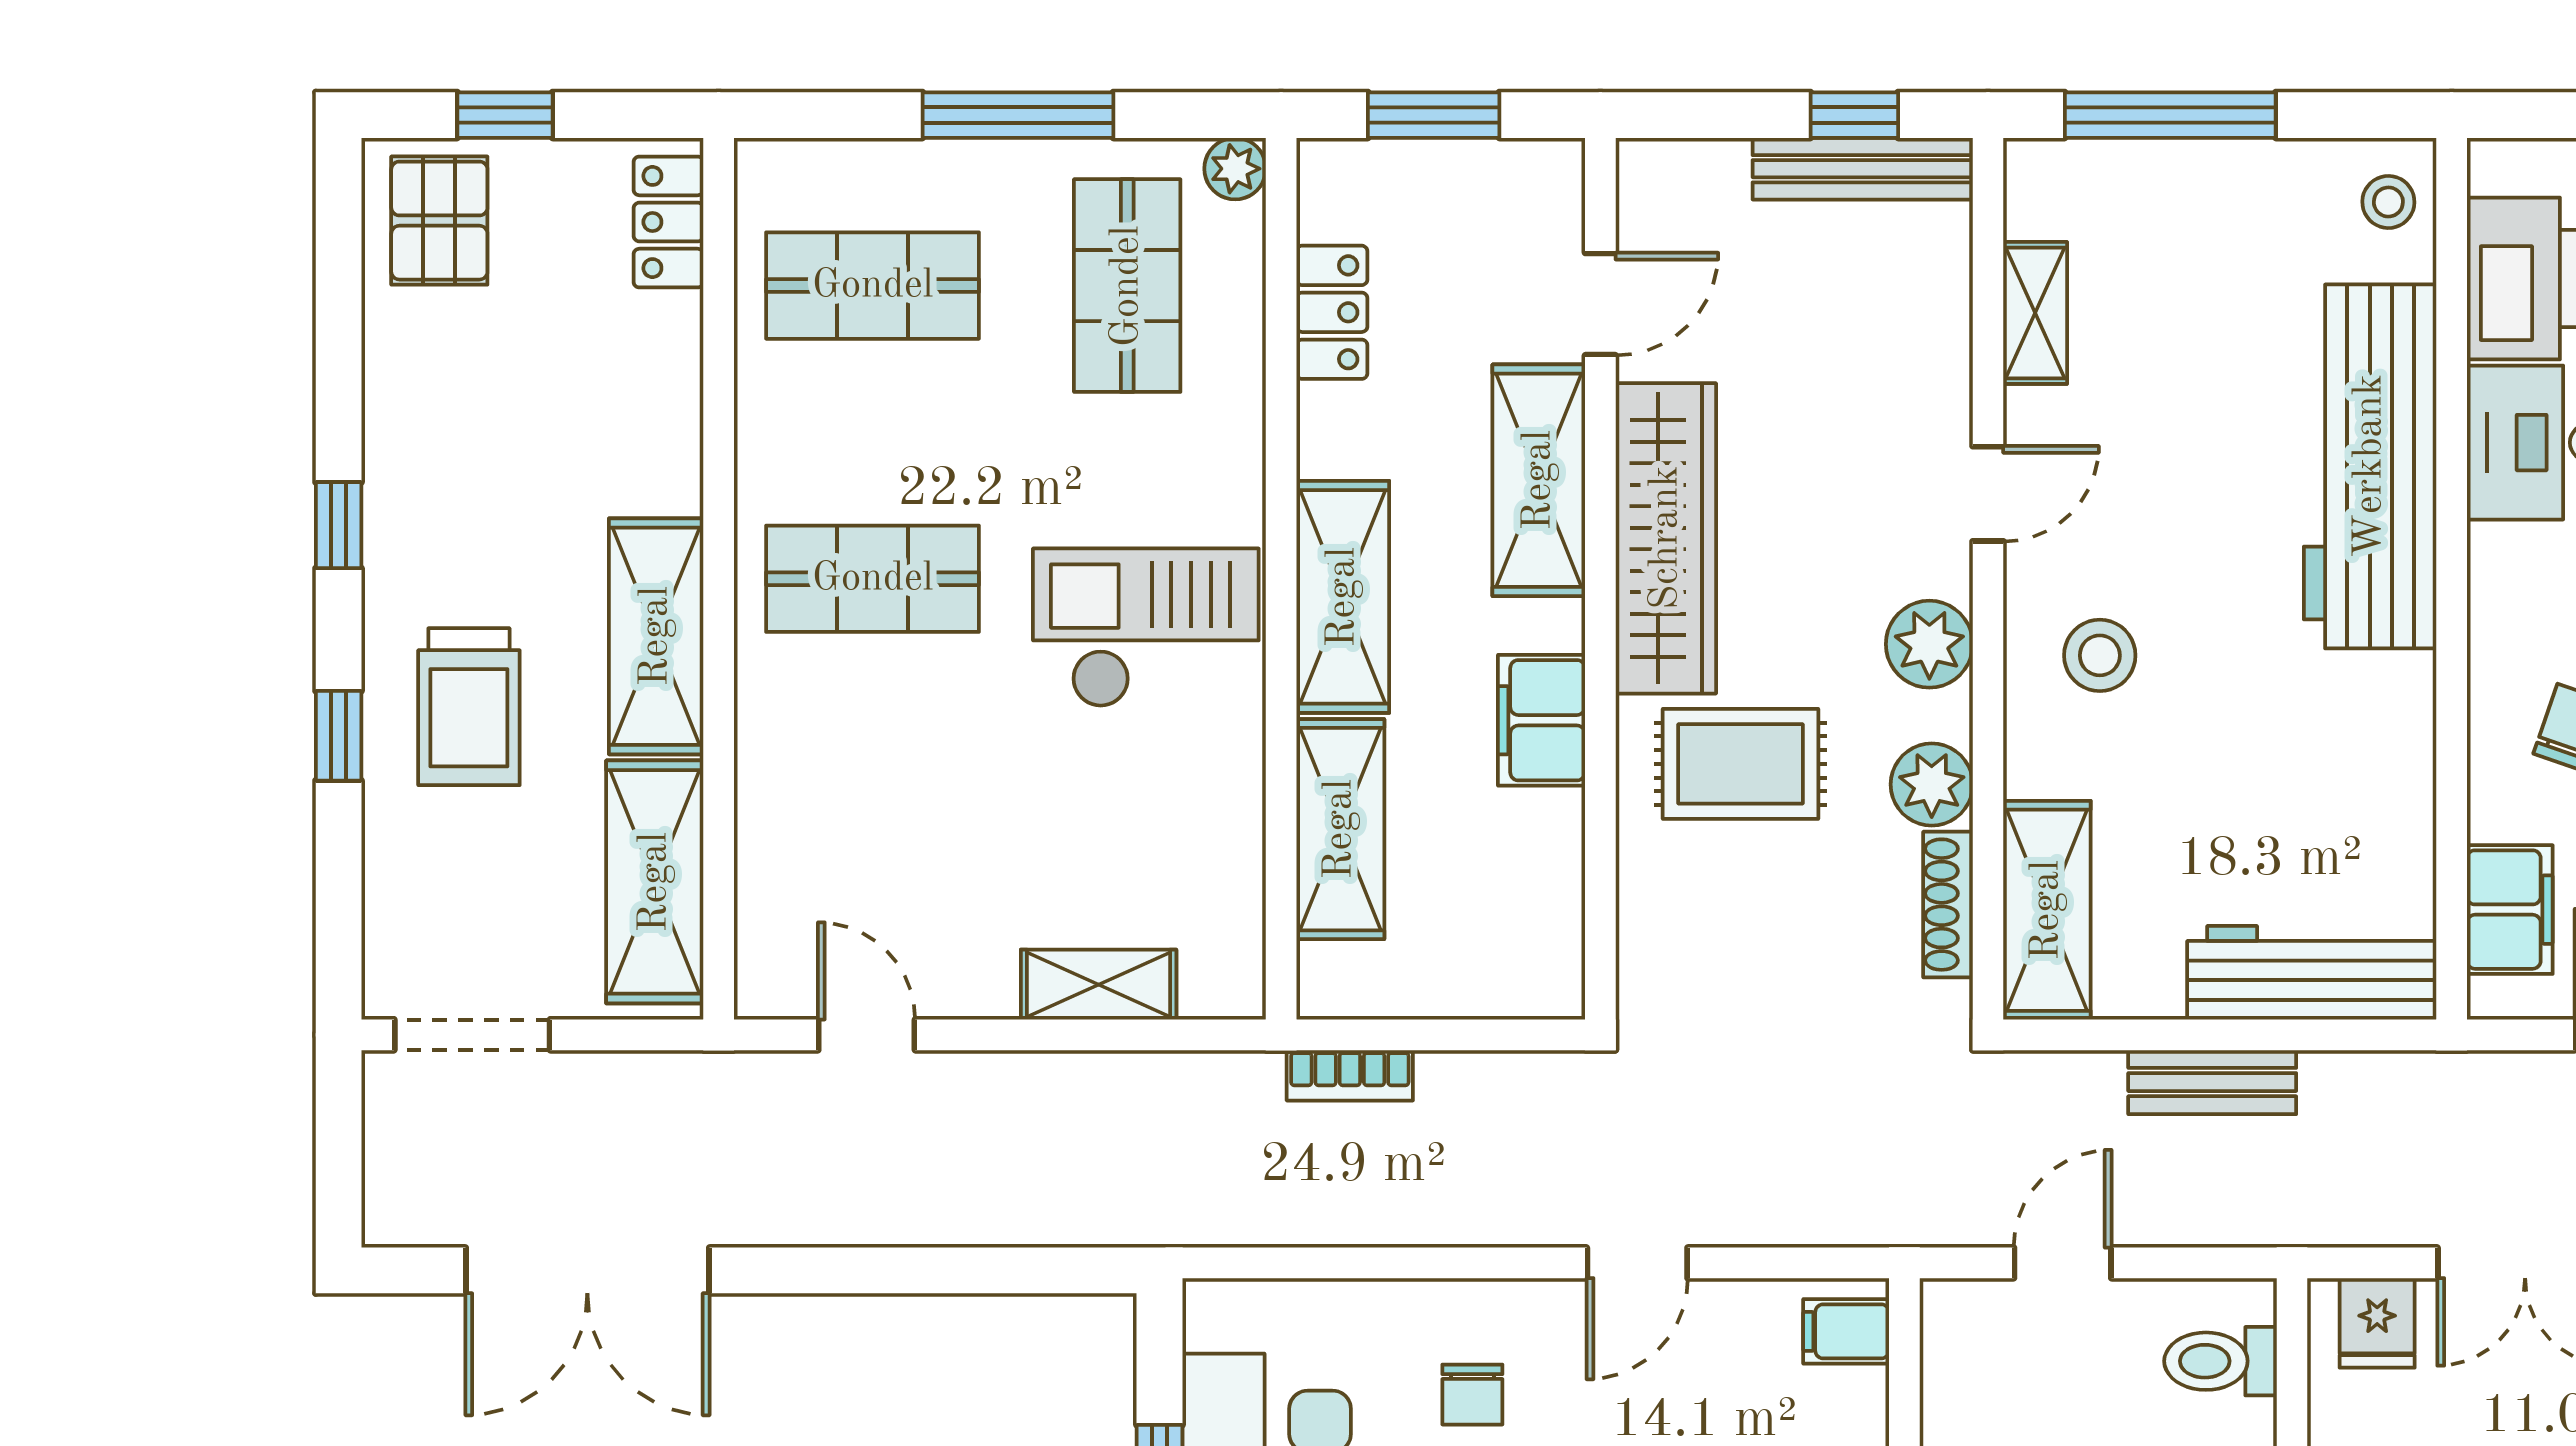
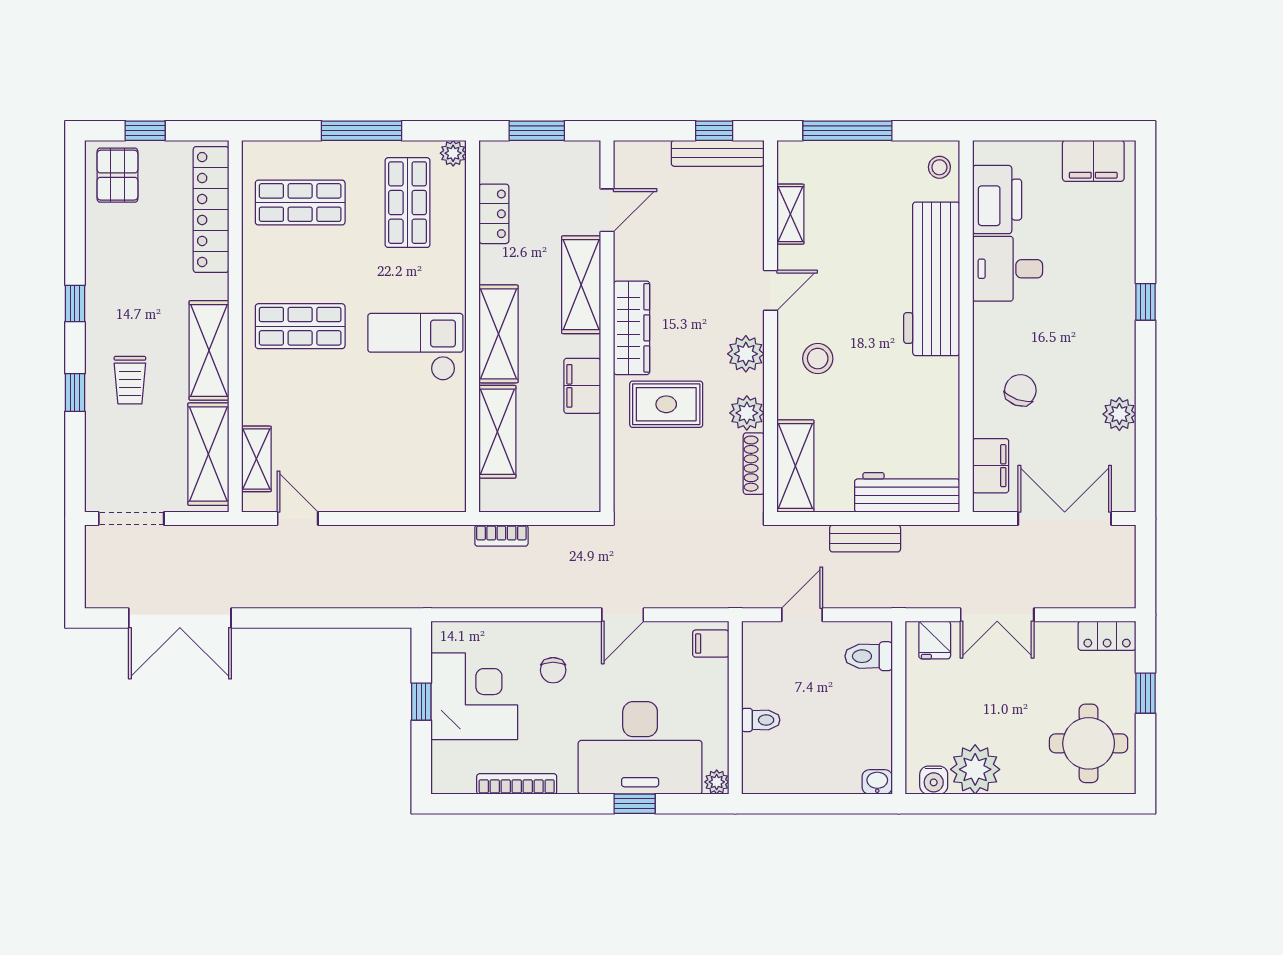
locker: (668, 222) -> (211, 210), width x2.16, depth x1.21
wardrobe: (1666, 538) -> (632, 328), width x0.71, depth x0.85
trolley: (469, 707) -> (130, 380), width x0.73, depth x0.72
shelving: (1099, 985) -> (256, 459), moved, turned 90

